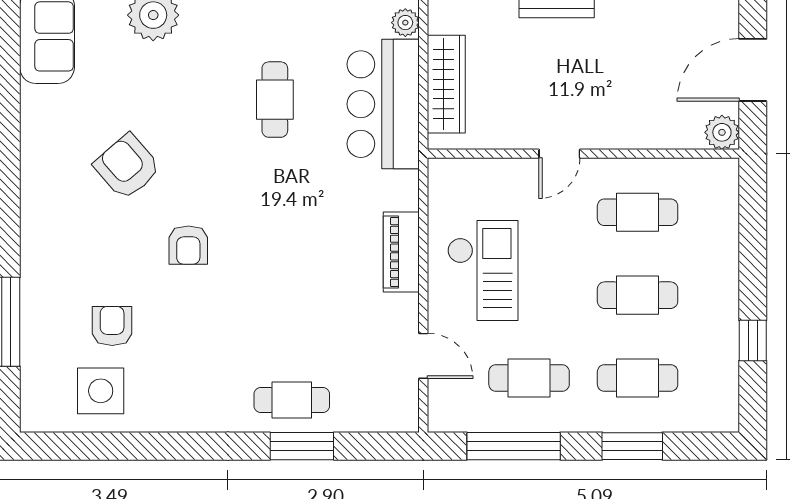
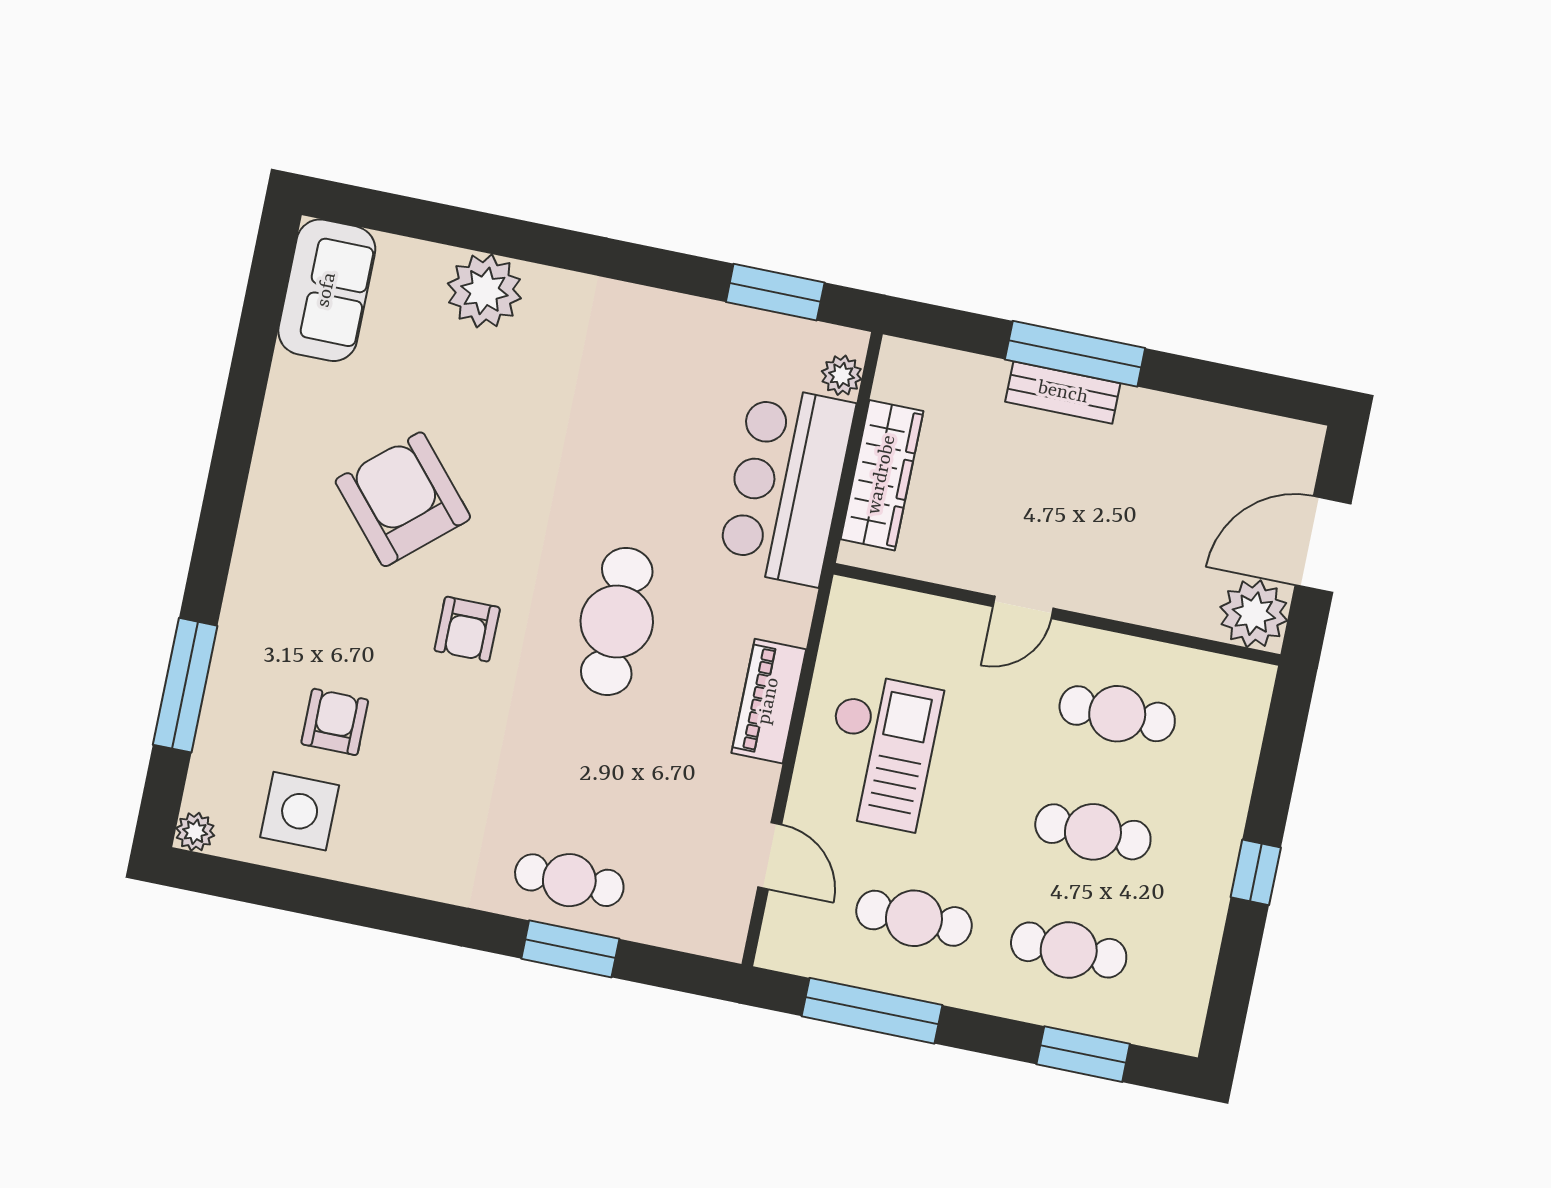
cafe table: (275, 100) -> (617, 621), moved, width x1.37, depth x1.35
plant: (722, 132) -> (1254, 614), width x1.36, depth x1.36
armchair: (127, 167) -> (403, 499), width x1.36, depth x1.36
window: (753, 340) -> (1256, 872), moved
plant: (33, 419) -> (195, 832), added
window: (632, 446) -> (1083, 1054), moved

